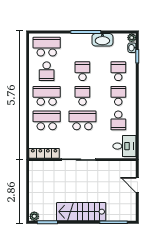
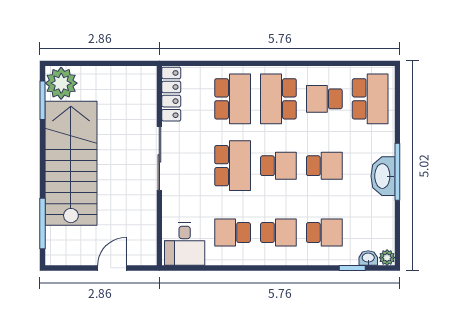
washbasin: (102, 40) -> (383, 176), moved
school desk: (47, 96) -> (278, 99), turned 180
stairs: (81, 212) -> (71, 163), width x1.36, depth x1.51
plant: (34, 216) -> (61, 83), width x1.87, depth x1.87

